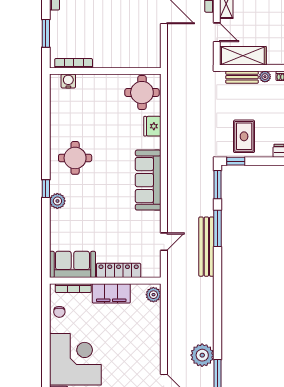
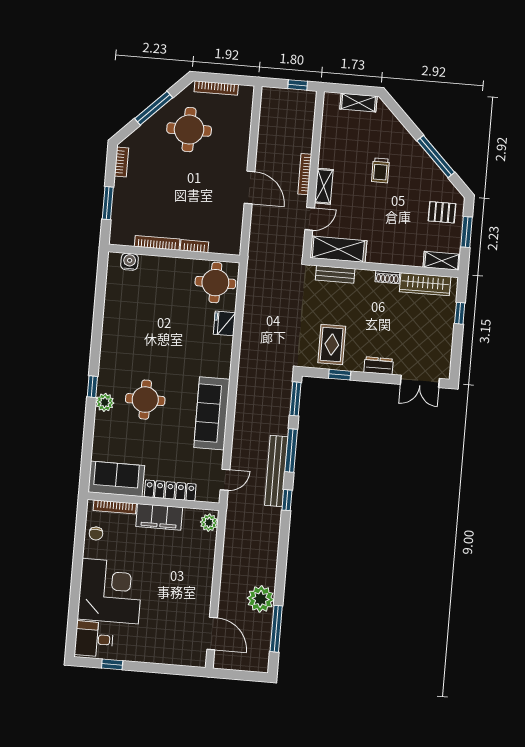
door: (217, 32) -> (310, 219), hinge flipped
bookcase: (74, 63) -> (157, 243), moved
bookcase: (122, 63) -> (194, 246), added
plant: (265, 77) -> (362, 276), removed
round table: (75, 158) -> (145, 400), moved
window: (236, 161) -> (340, 375), moved
sofa: (148, 180) -> (212, 413), moved
door: (164, 242) -> (225, 480), moved
window: (217, 270) -> (287, 500), added

